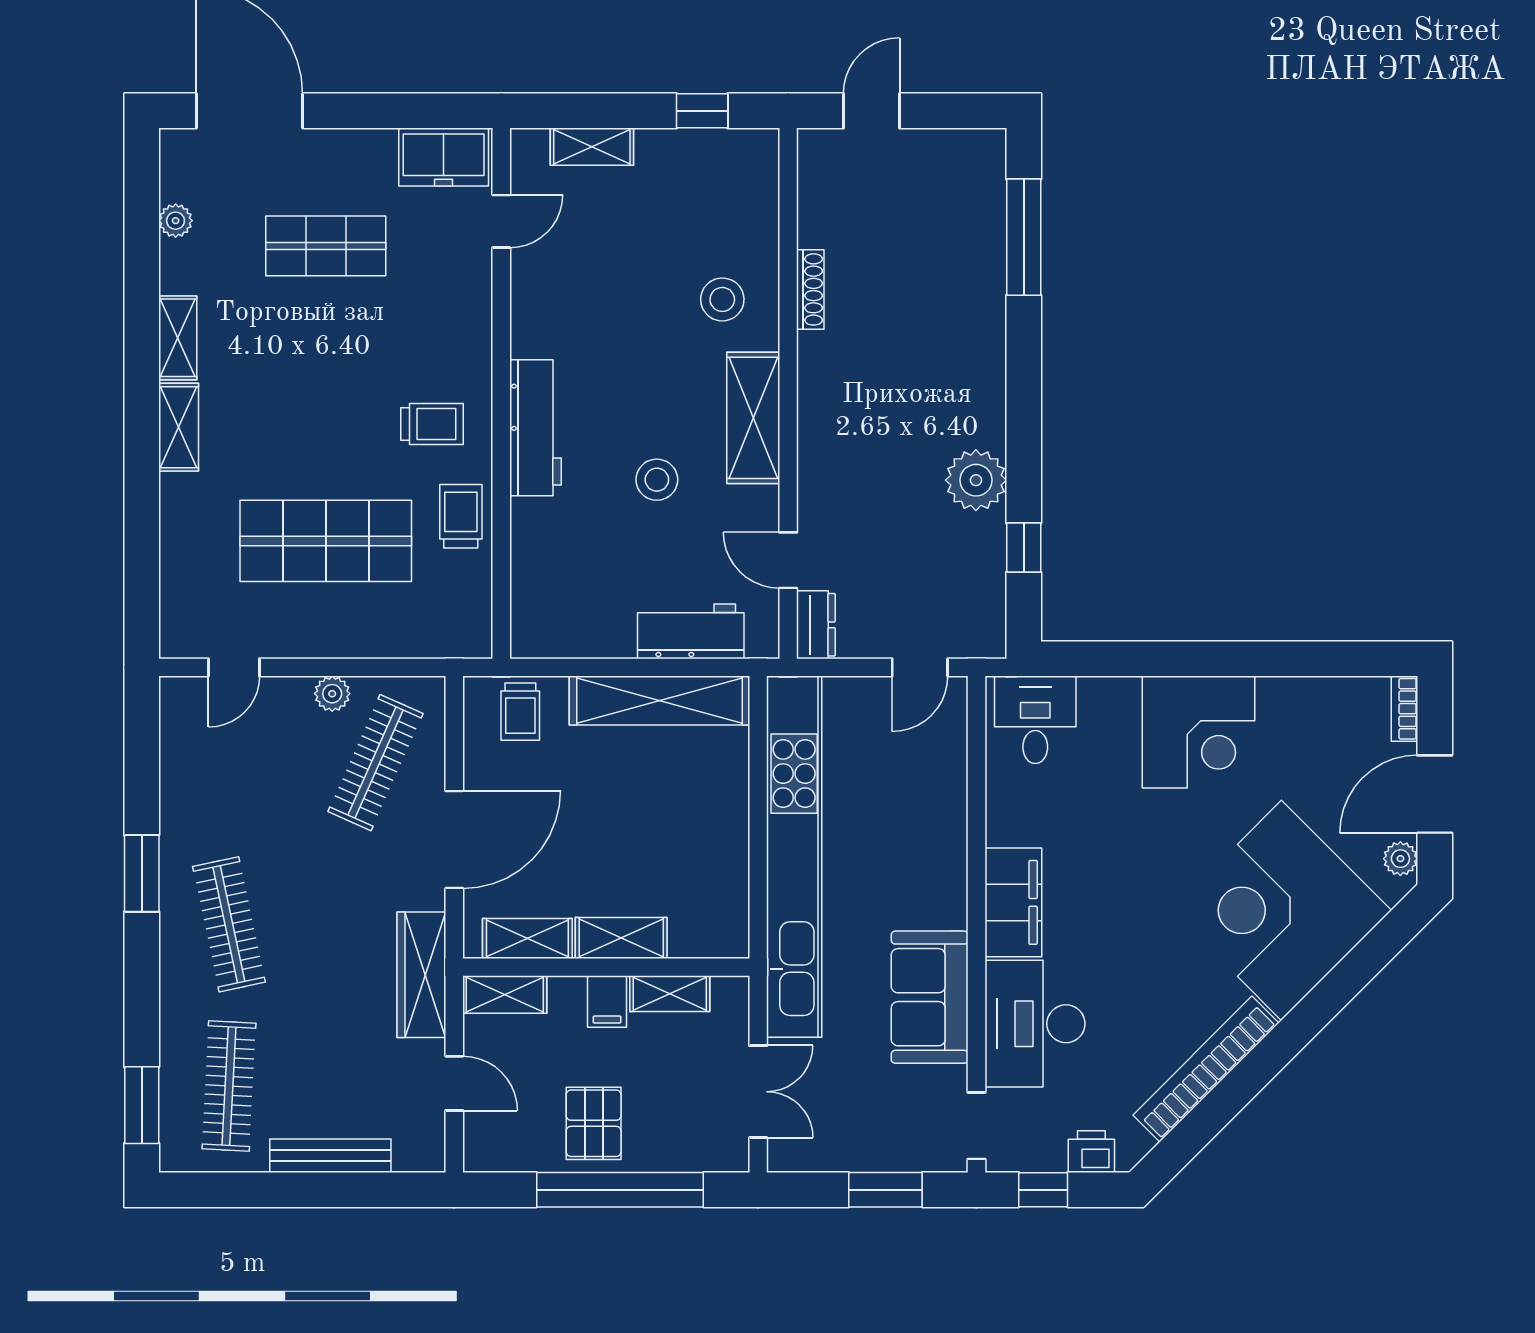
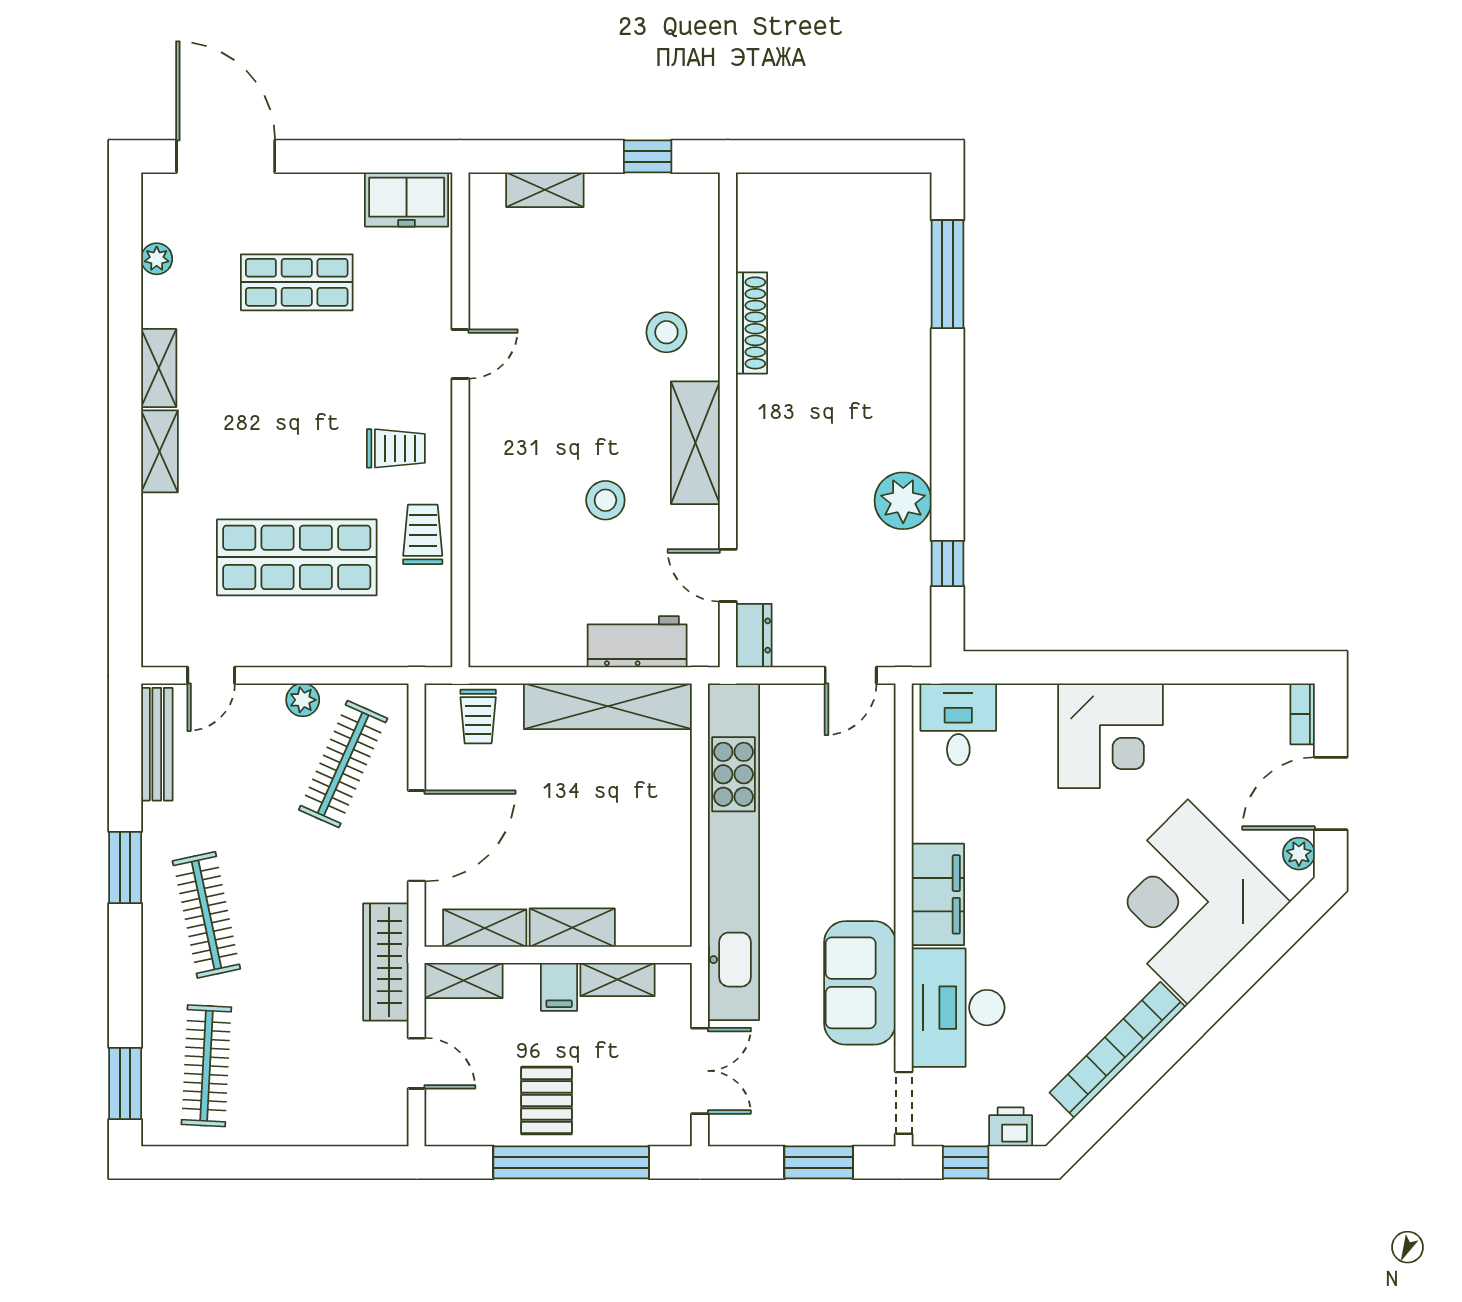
door: (871, 111) -> (806, 156), removed
door: (501, 221) -> (460, 354), moved
shoe rack: (810, 289) -> (752, 323), width x1.36, depth x1.24
workbench: (535, 428) -> (492, 452), removed
bench: (330, 1156) -> (157, 744), moved, turned 90

